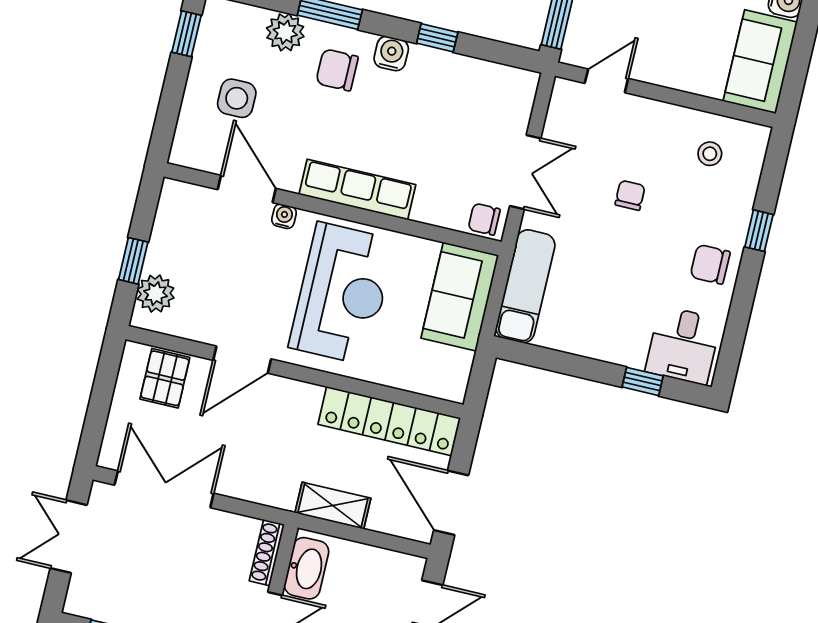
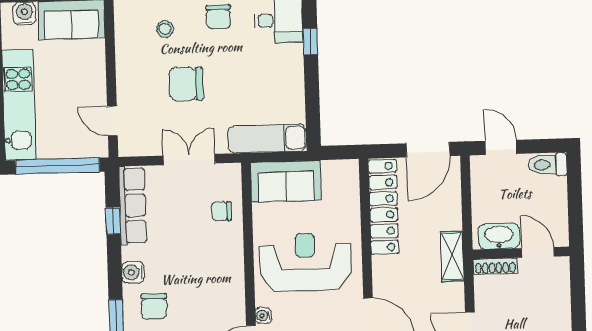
window: (437, 38) -> (113, 221), moved
stool: (710, 154) -> (165, 29), moved
row of seats: (357, 189) -> (133, 205), moved, turned 180
chair: (630, 195) -> (186, 84), width x1.87, depth x1.87
chair: (484, 219) -> (222, 211), moved, turned 90
shelving: (333, 506) -> (452, 256), moved

